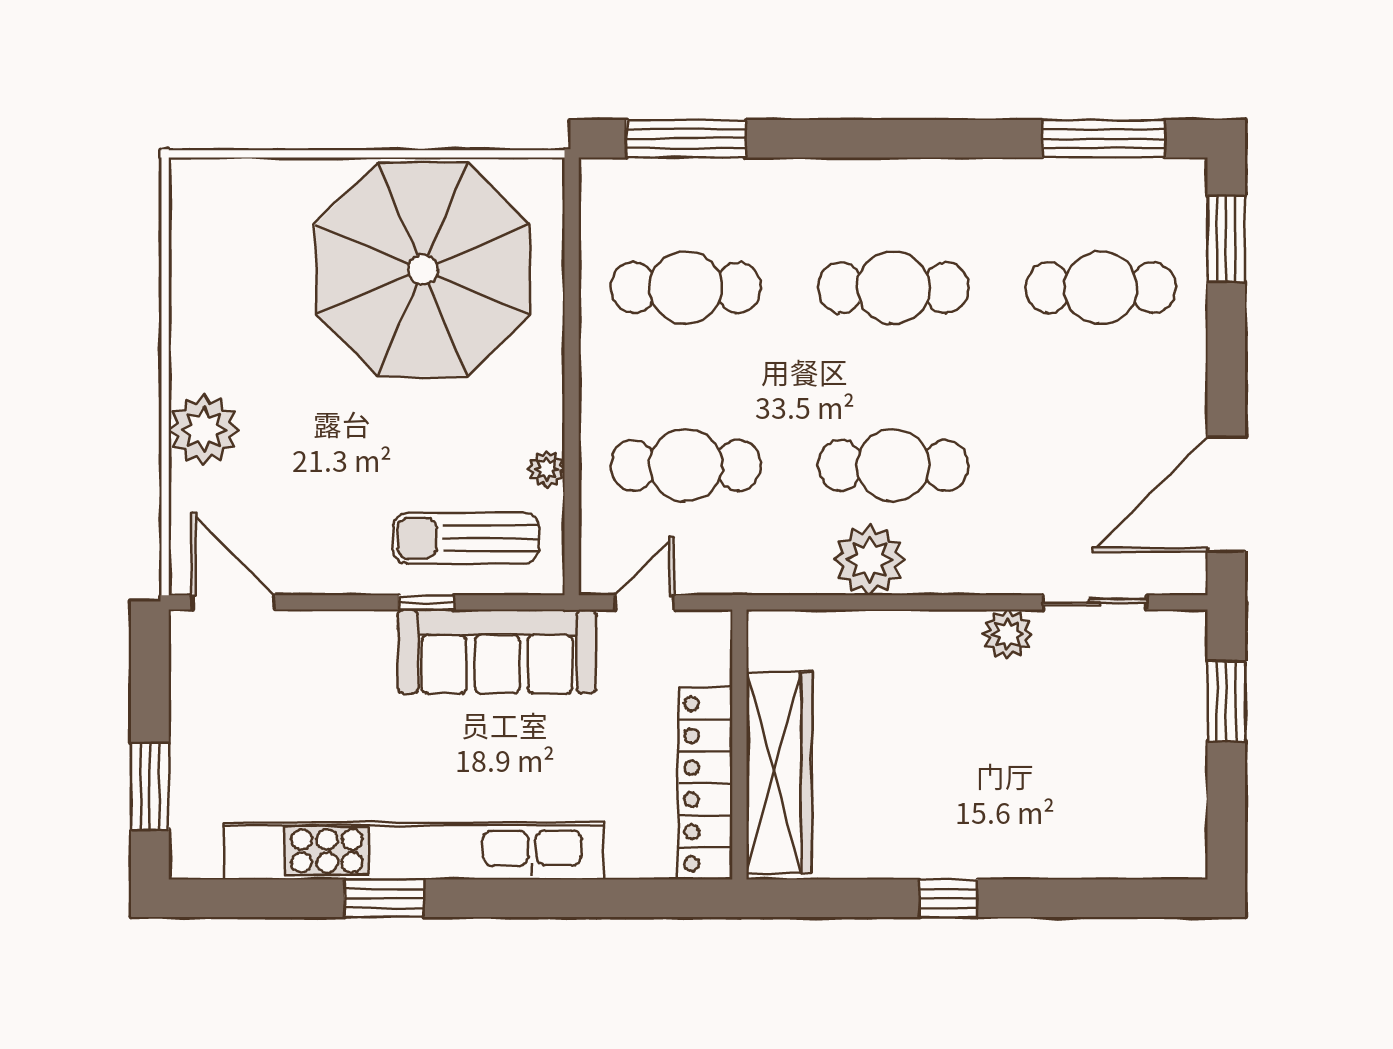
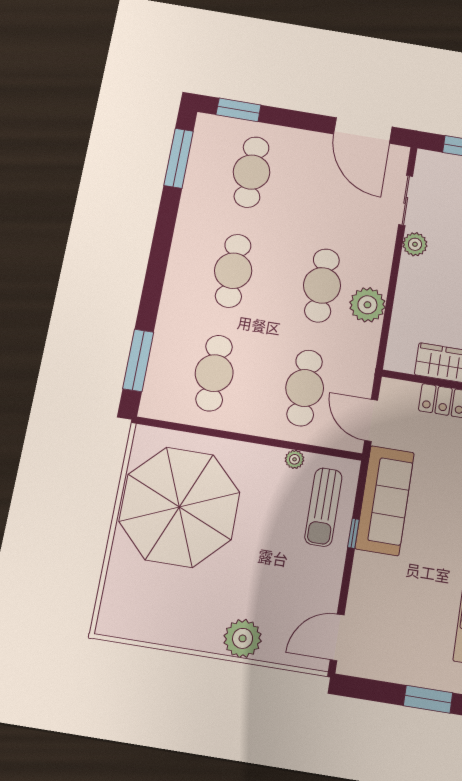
door: (644, 602) -> (371, 420), width x1.38

